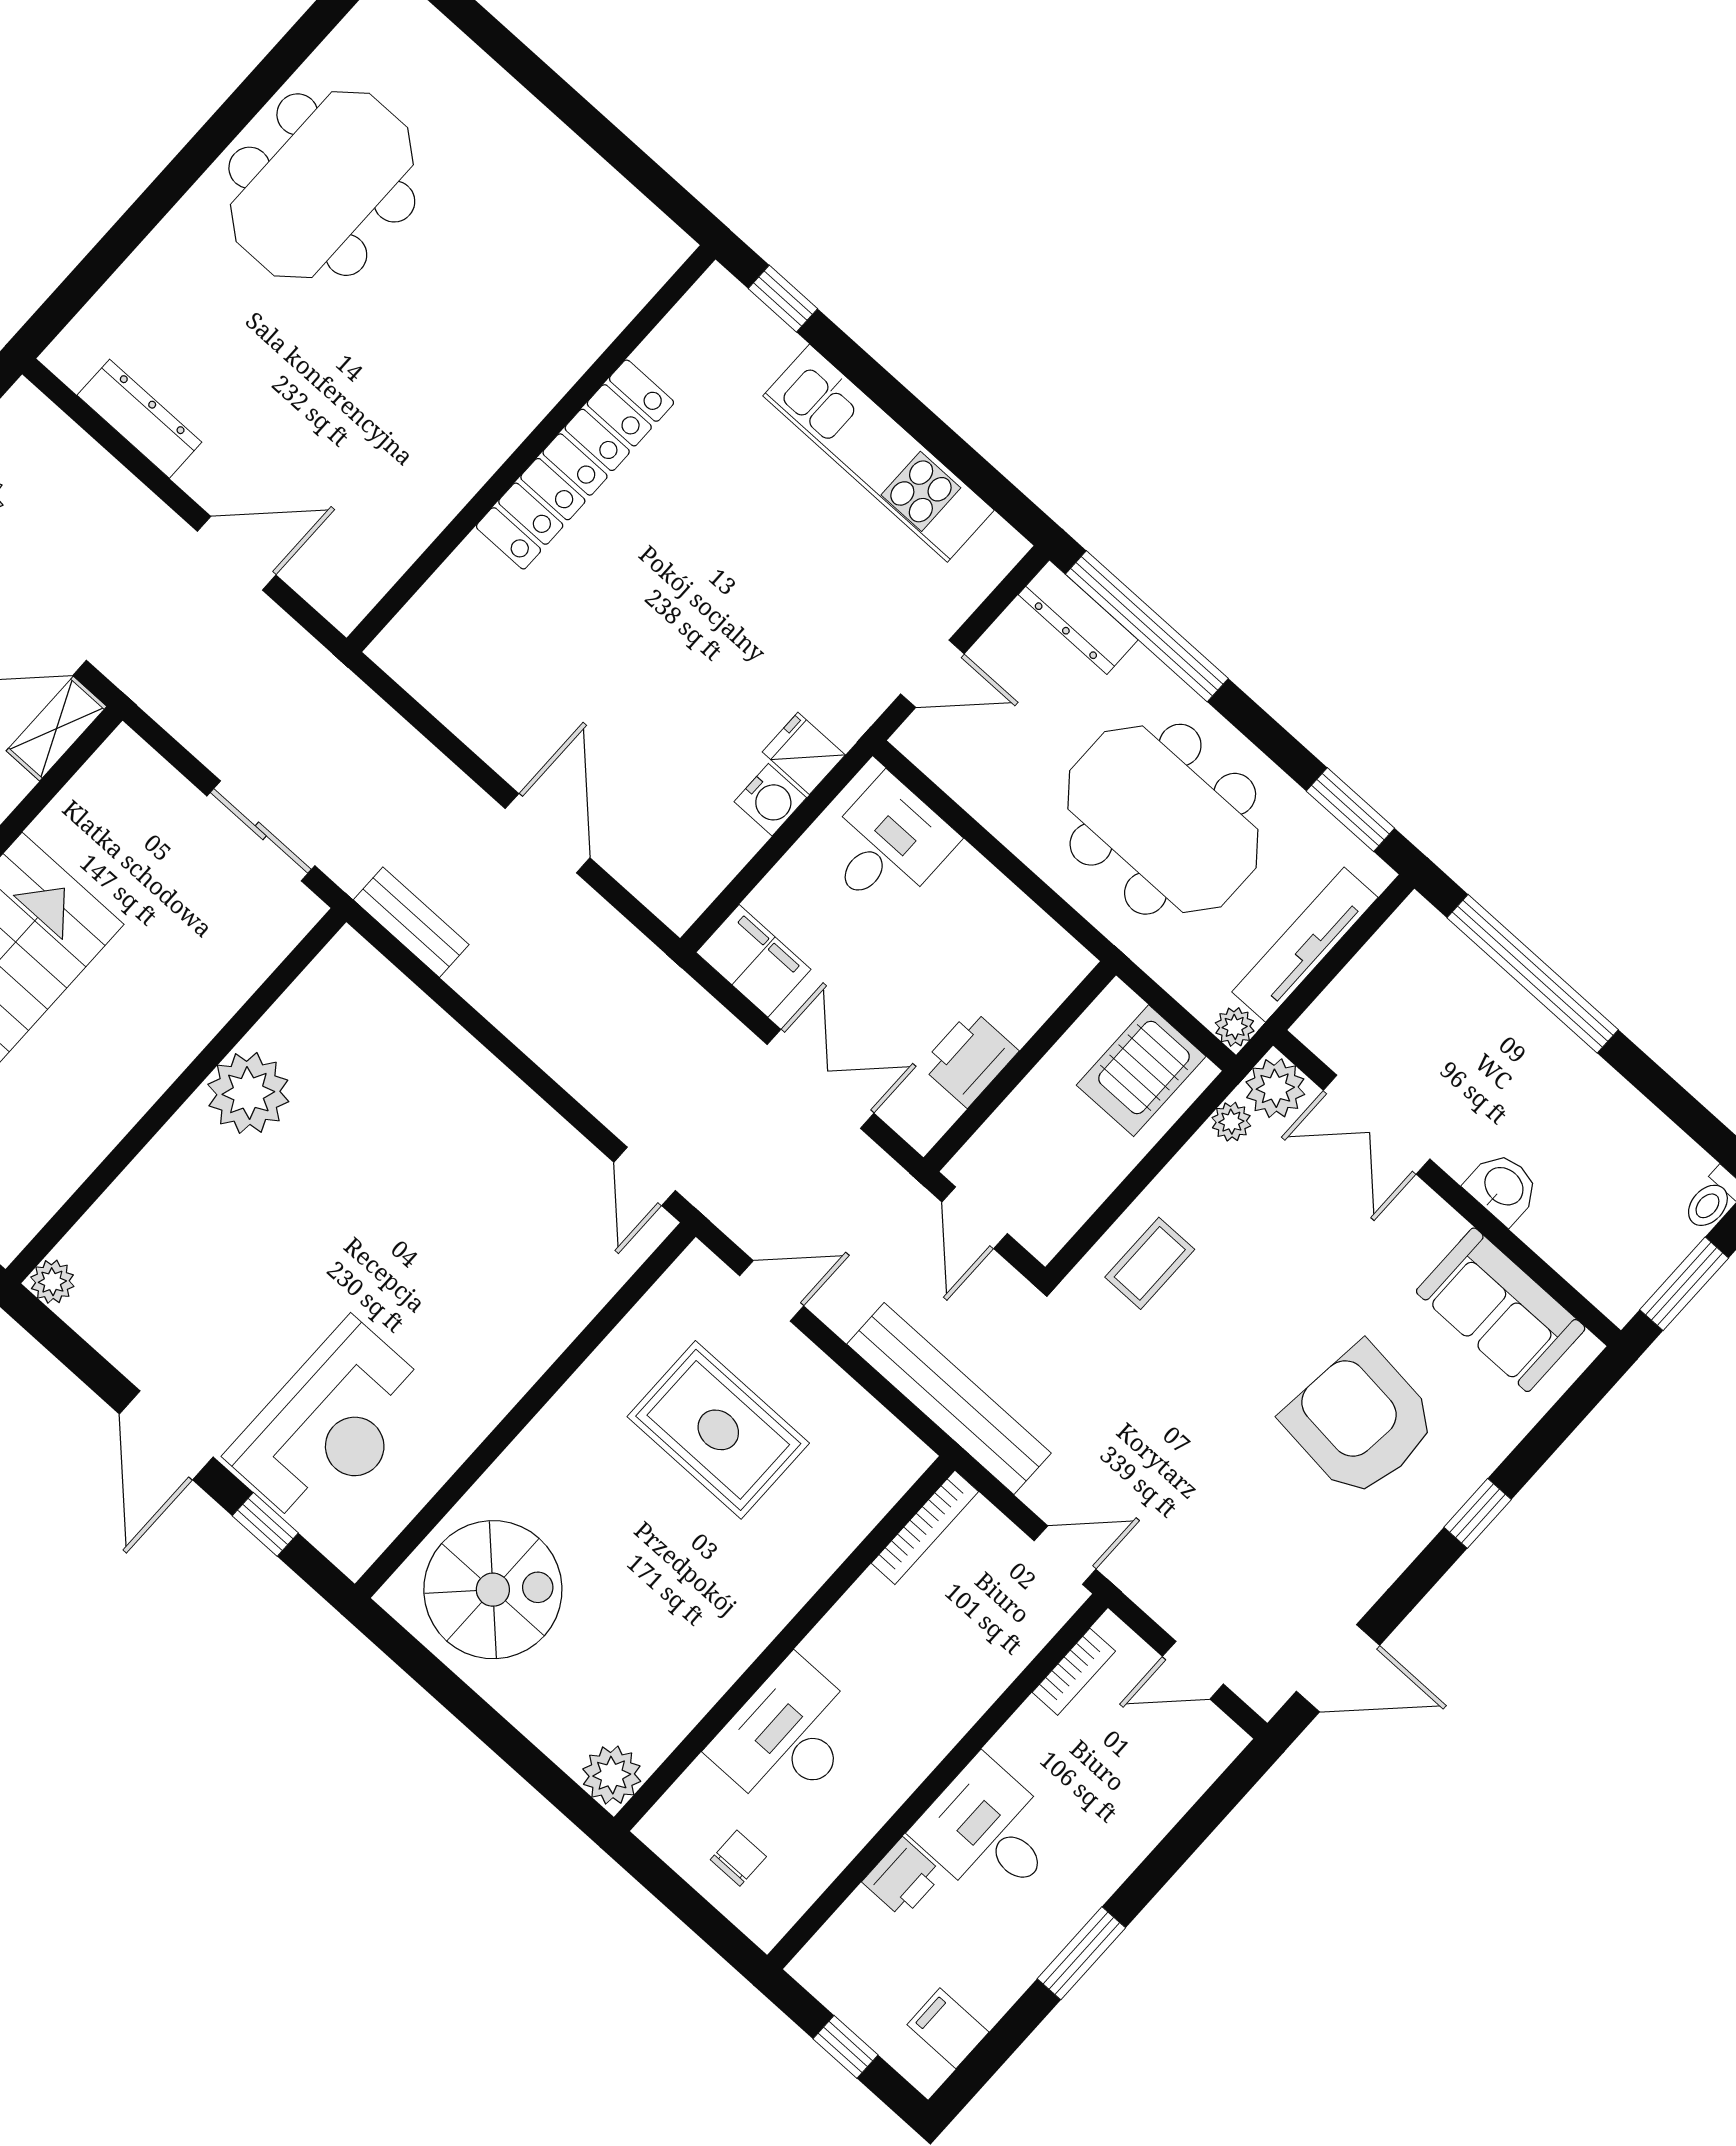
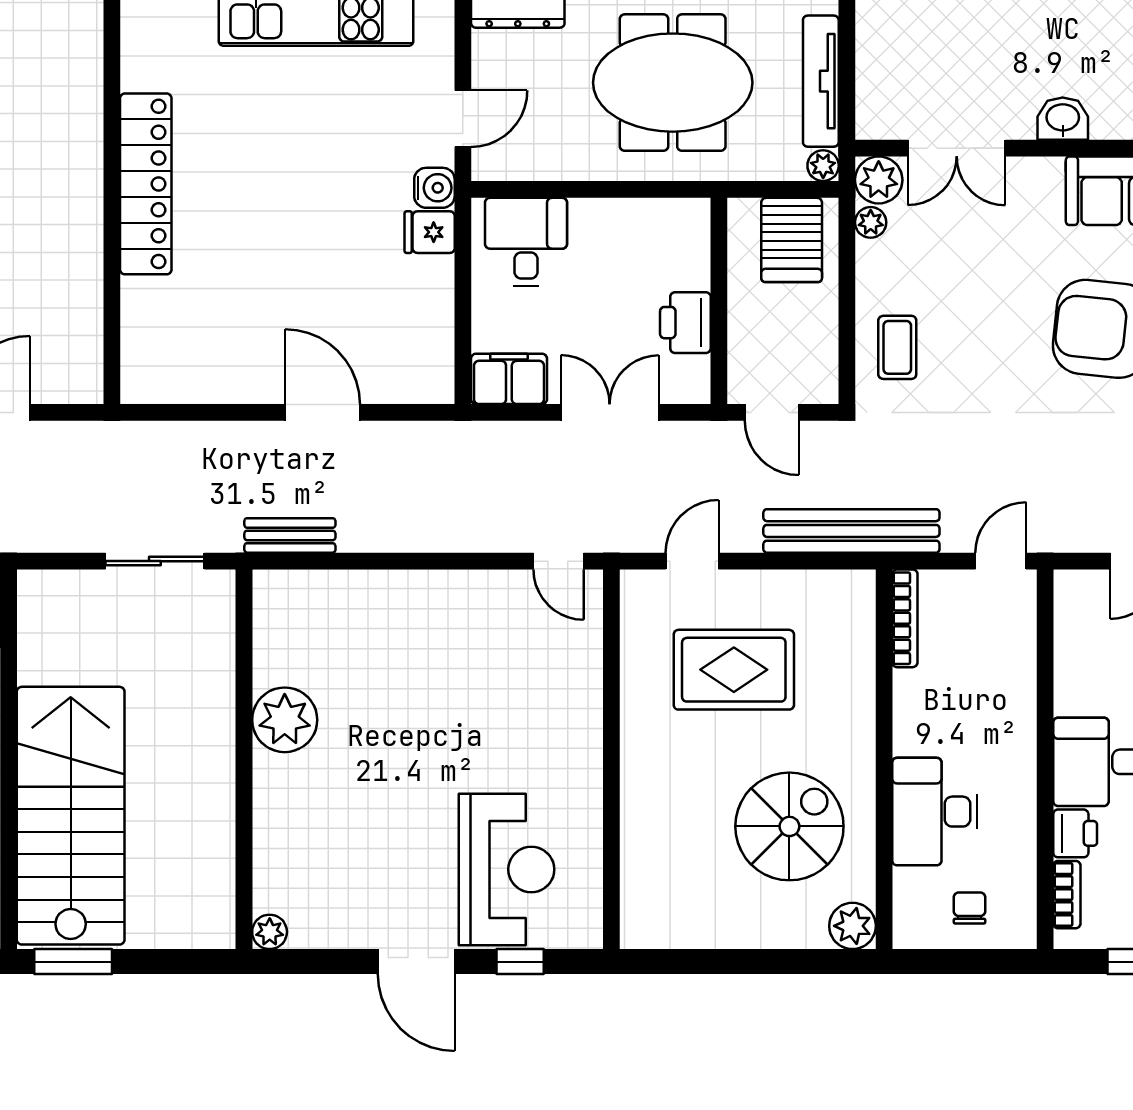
water cooler: (770, 800) -> (434, 188), moved
spiral stairs: (493, 1590) -> (789, 826), moved
bookcase: (1074, 1672) -> (1067, 895), moved

